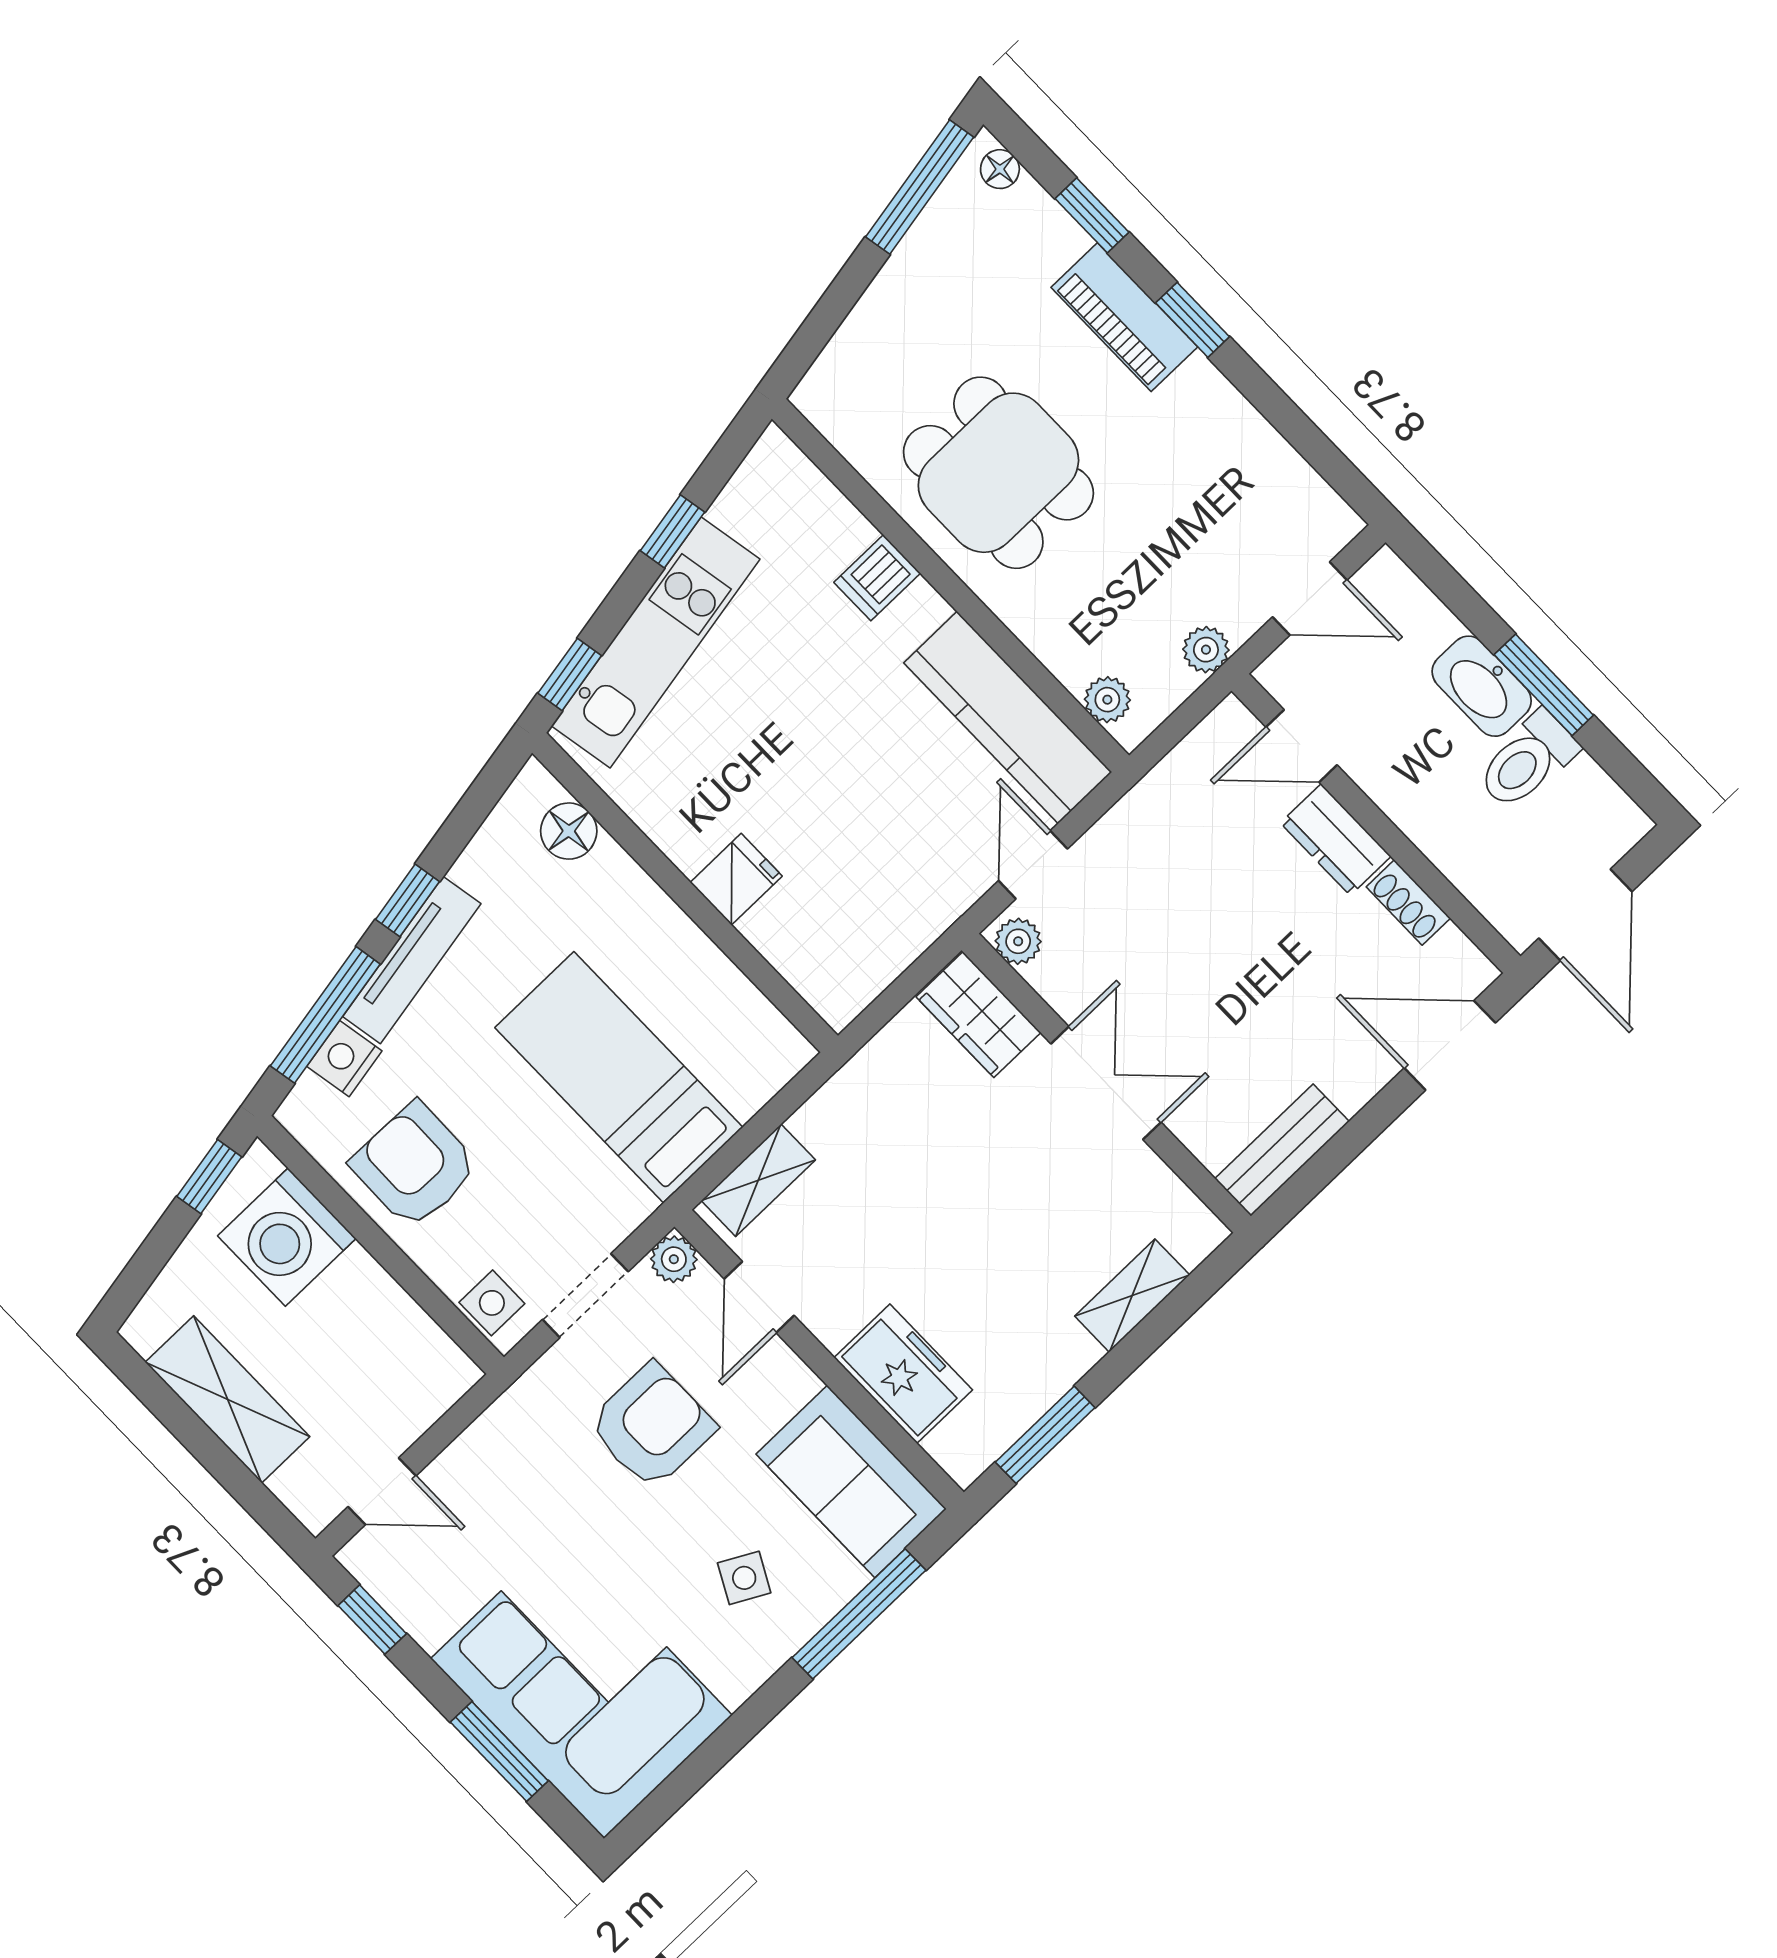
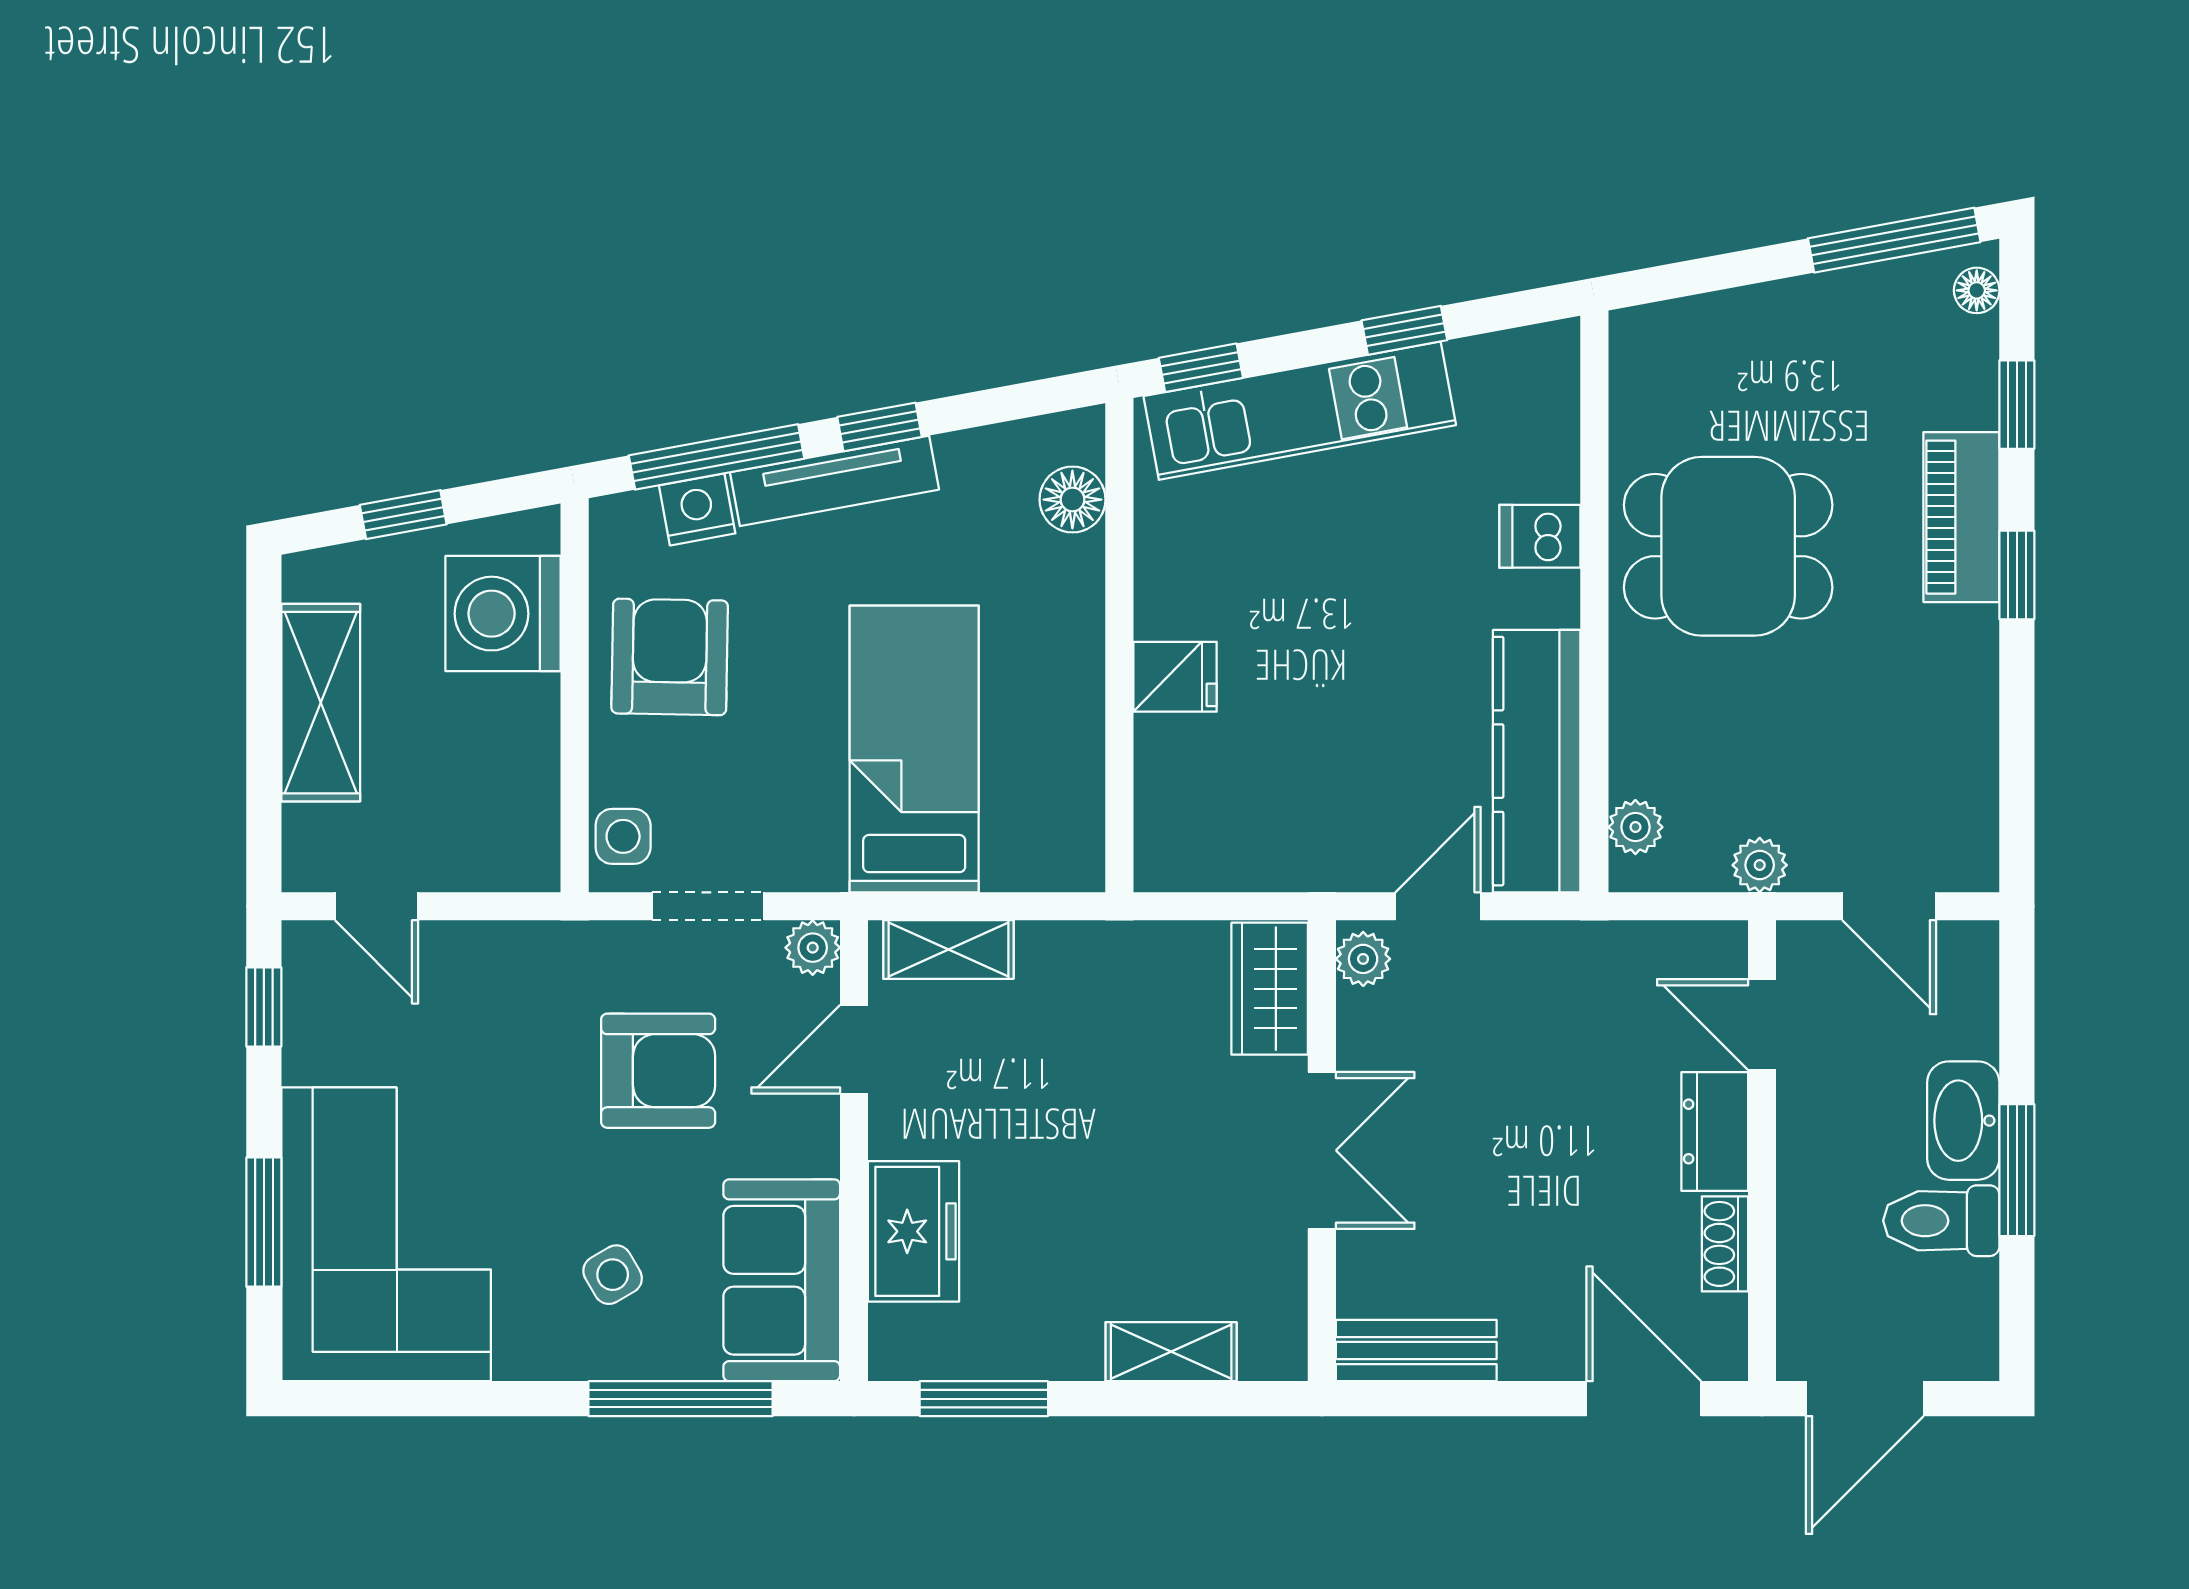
dining table: (998, 473) -> (1728, 546), turned 90
window: (209, 1177) -> (403, 515), moved
side table: (744, 1578) -> (613, 1275), turned 32

